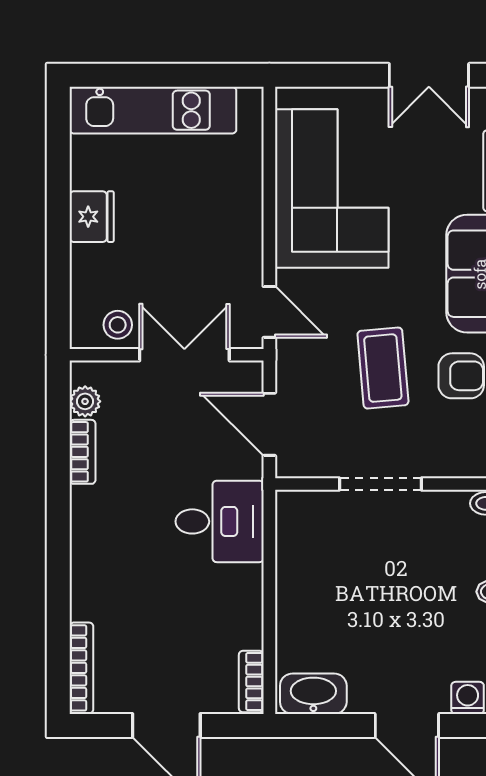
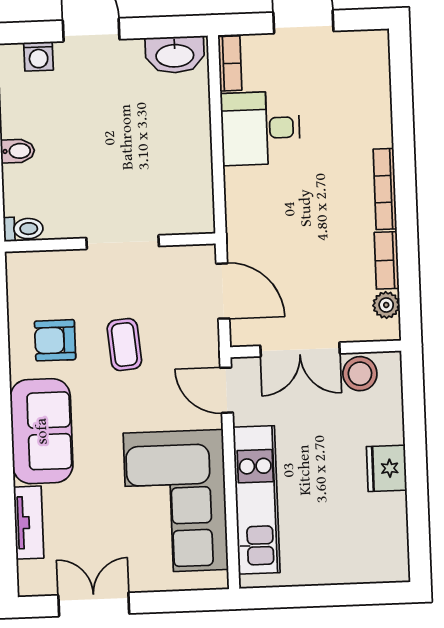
kitchen unit: (153, 110) -> (257, 500), moved, turned 90
stool: (118, 325) -> (360, 374), width x1.37, depth x1.37
coffee table: (383, 368) -> (124, 345), width x0.73, depth x0.77
desk: (220, 521) -> (260, 128), moved
bookcase: (81, 668) -> (385, 189), moved

